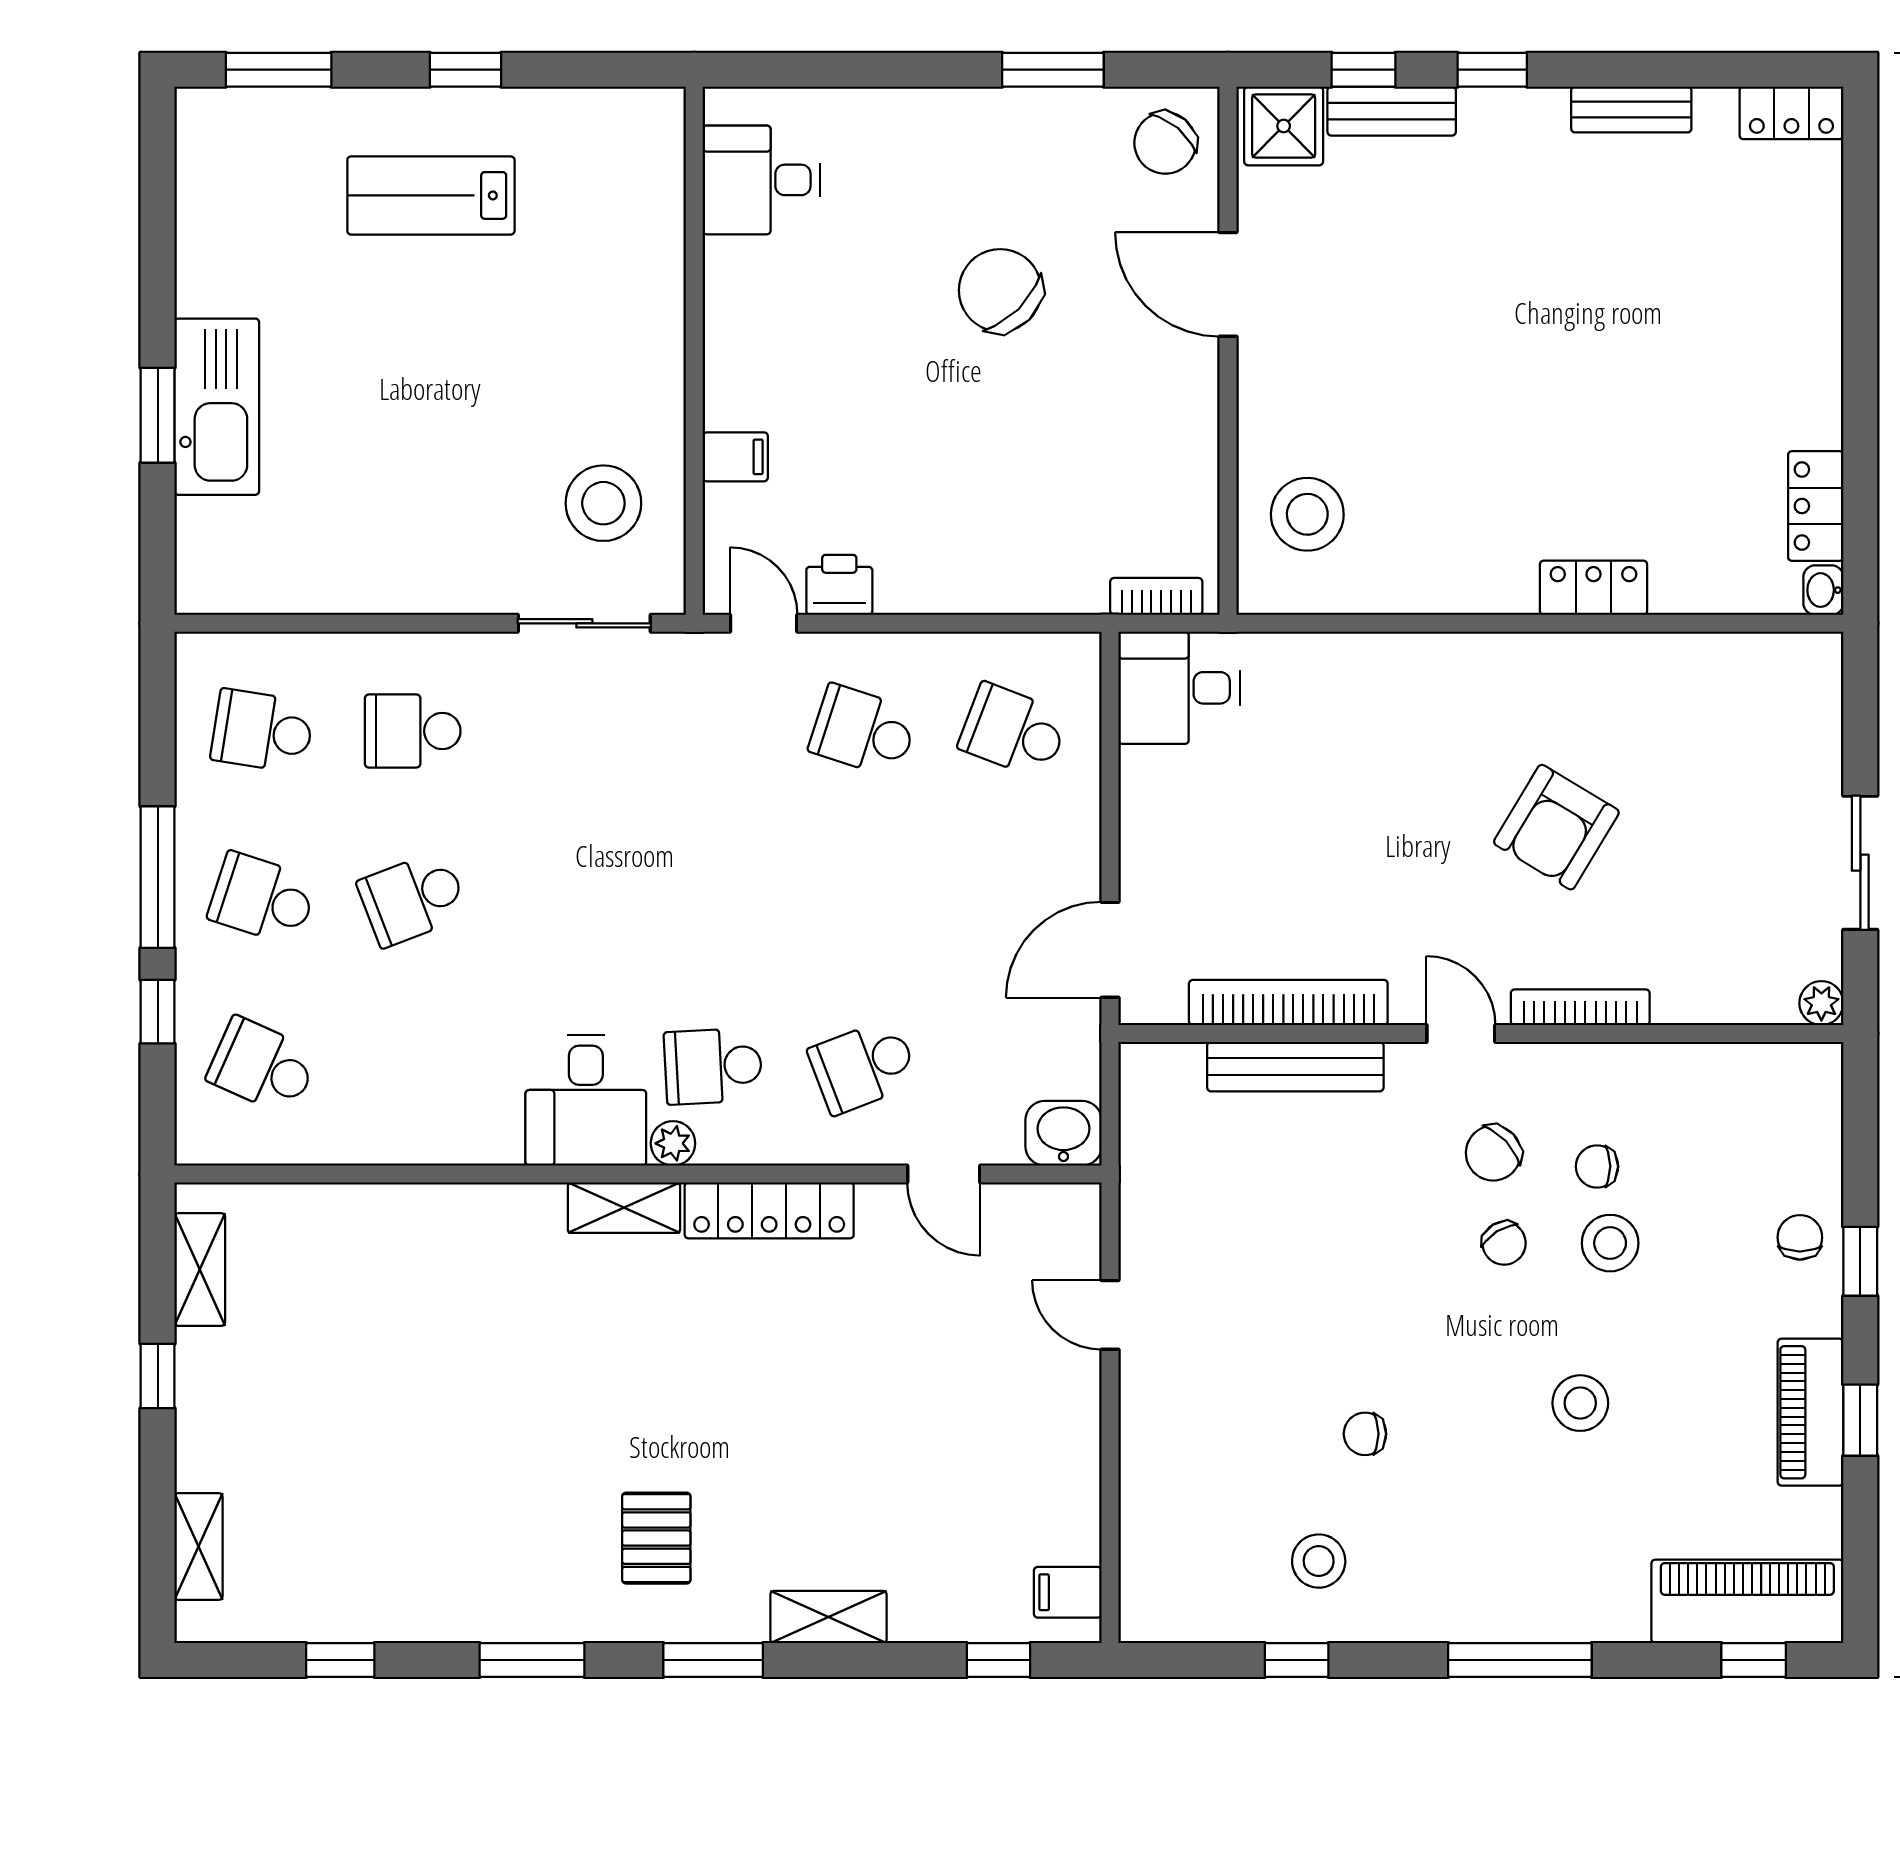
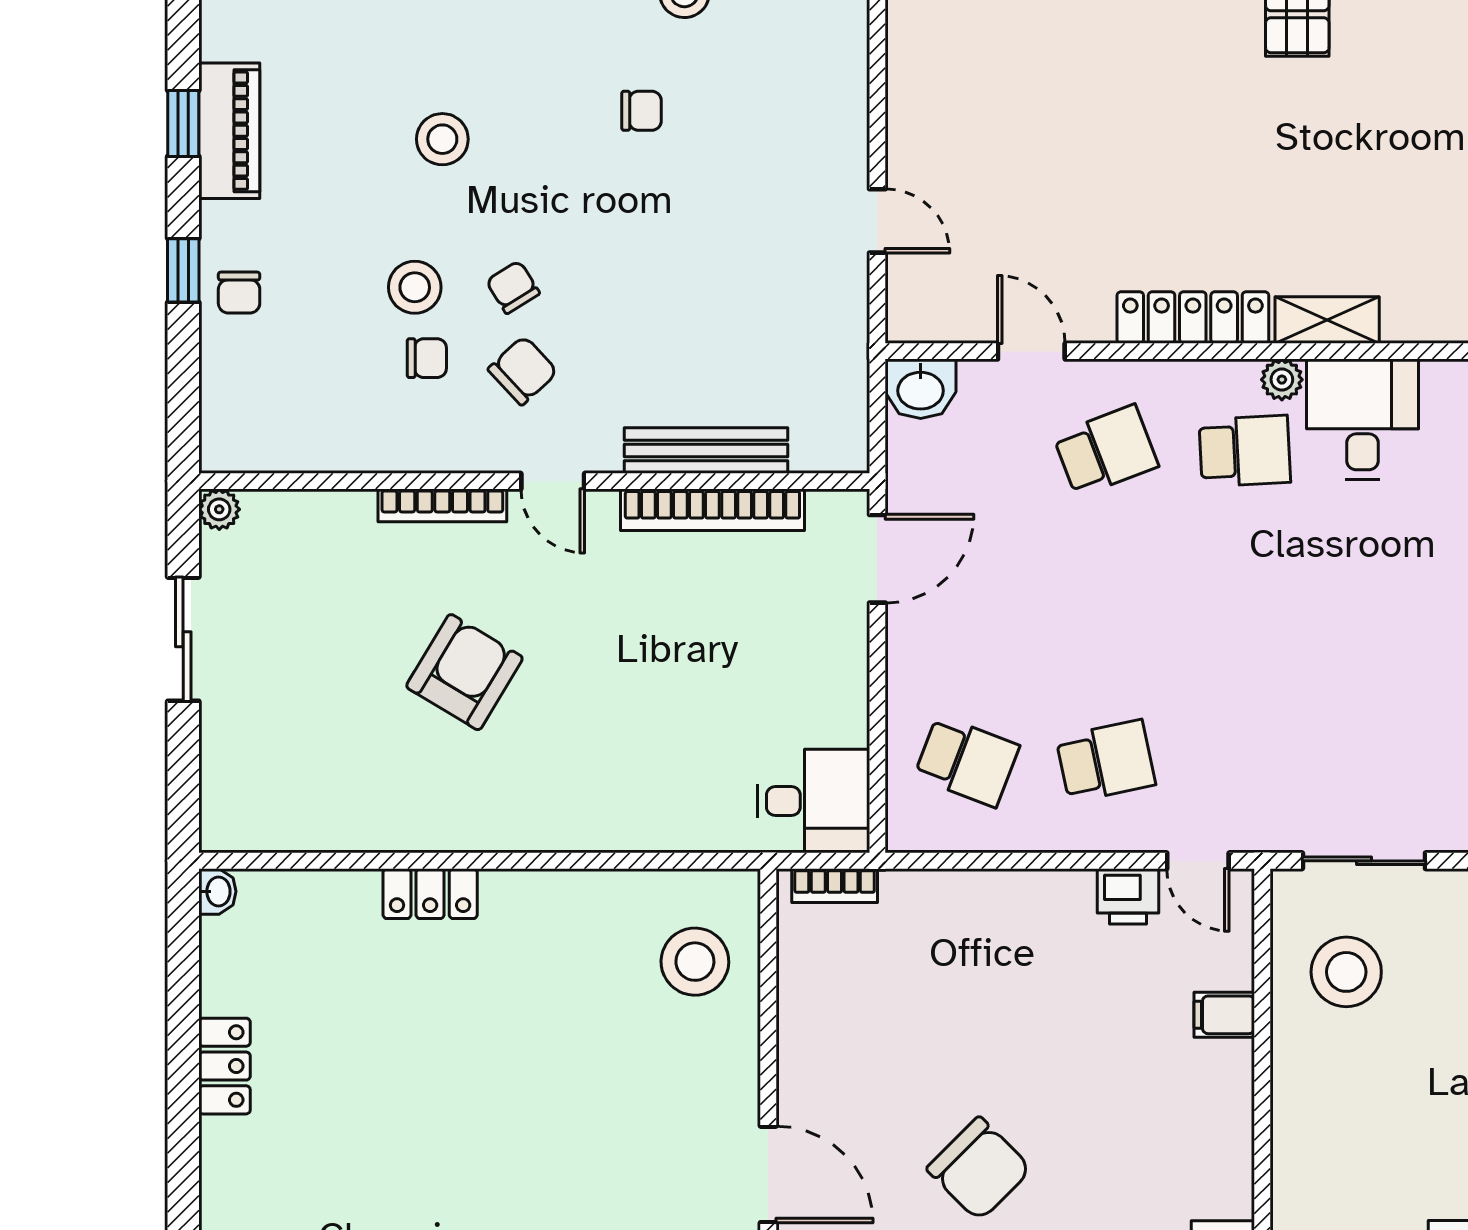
locker: (1816, 506) -> (224, 1066), moved
school desk: (863, 731) -> (1106, 761), turned -30

